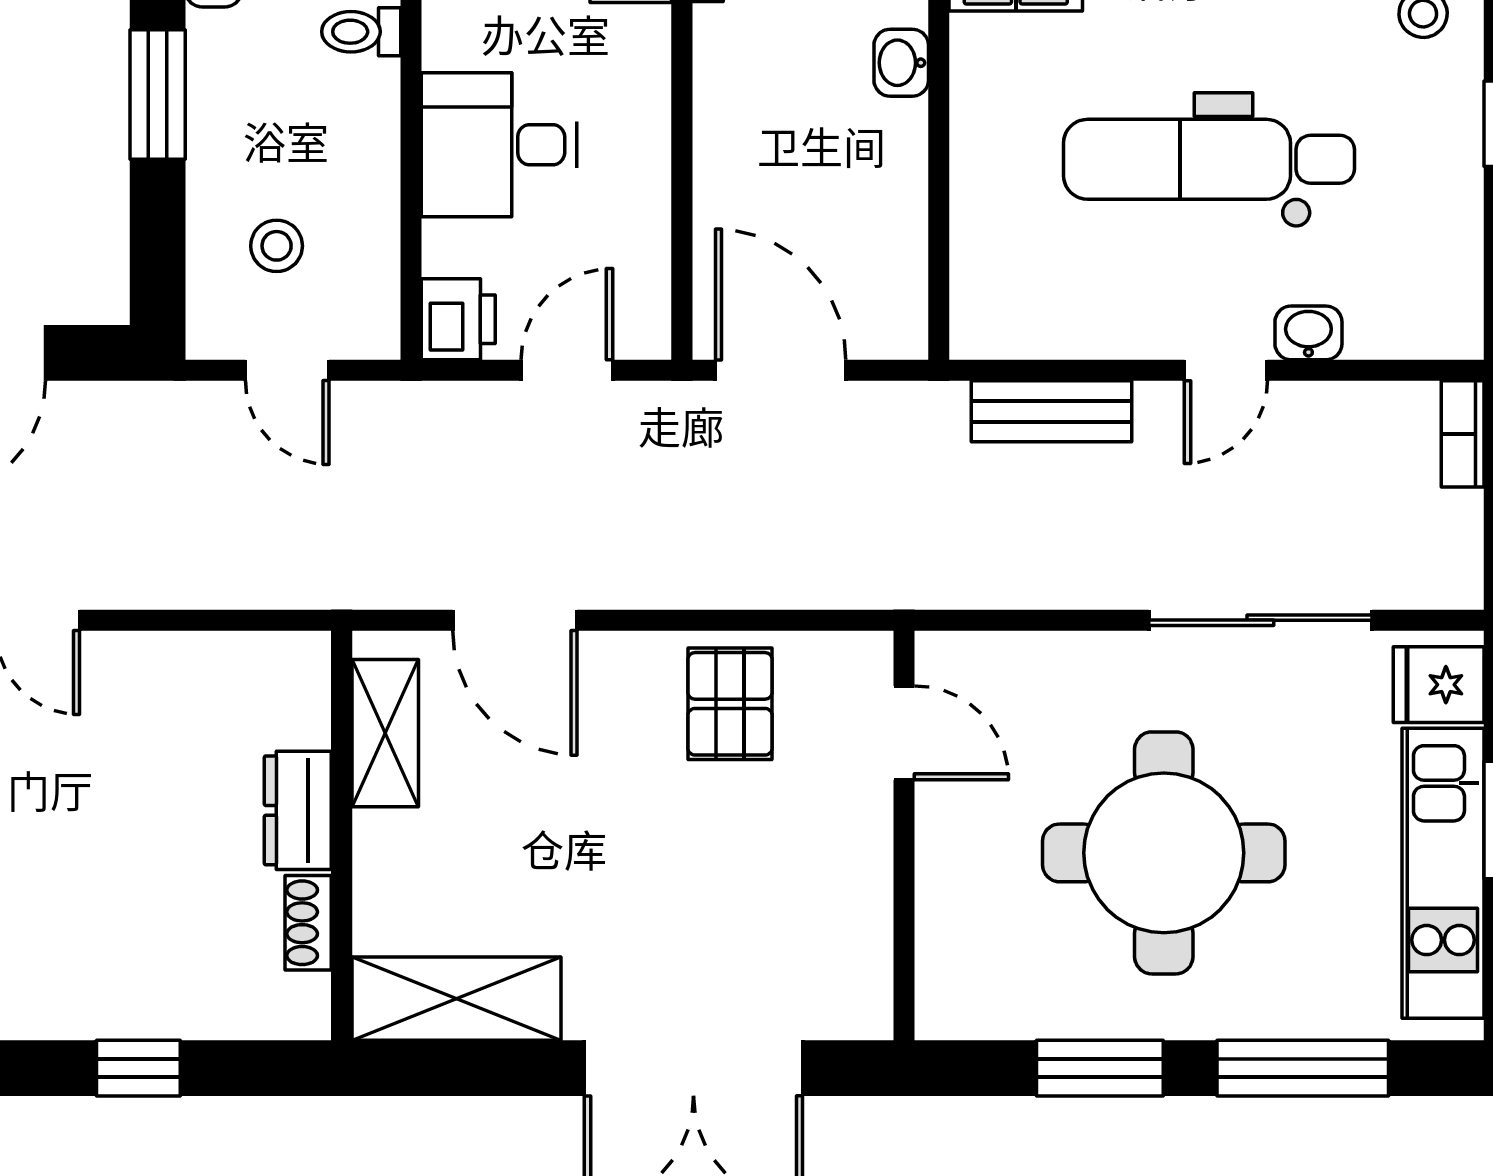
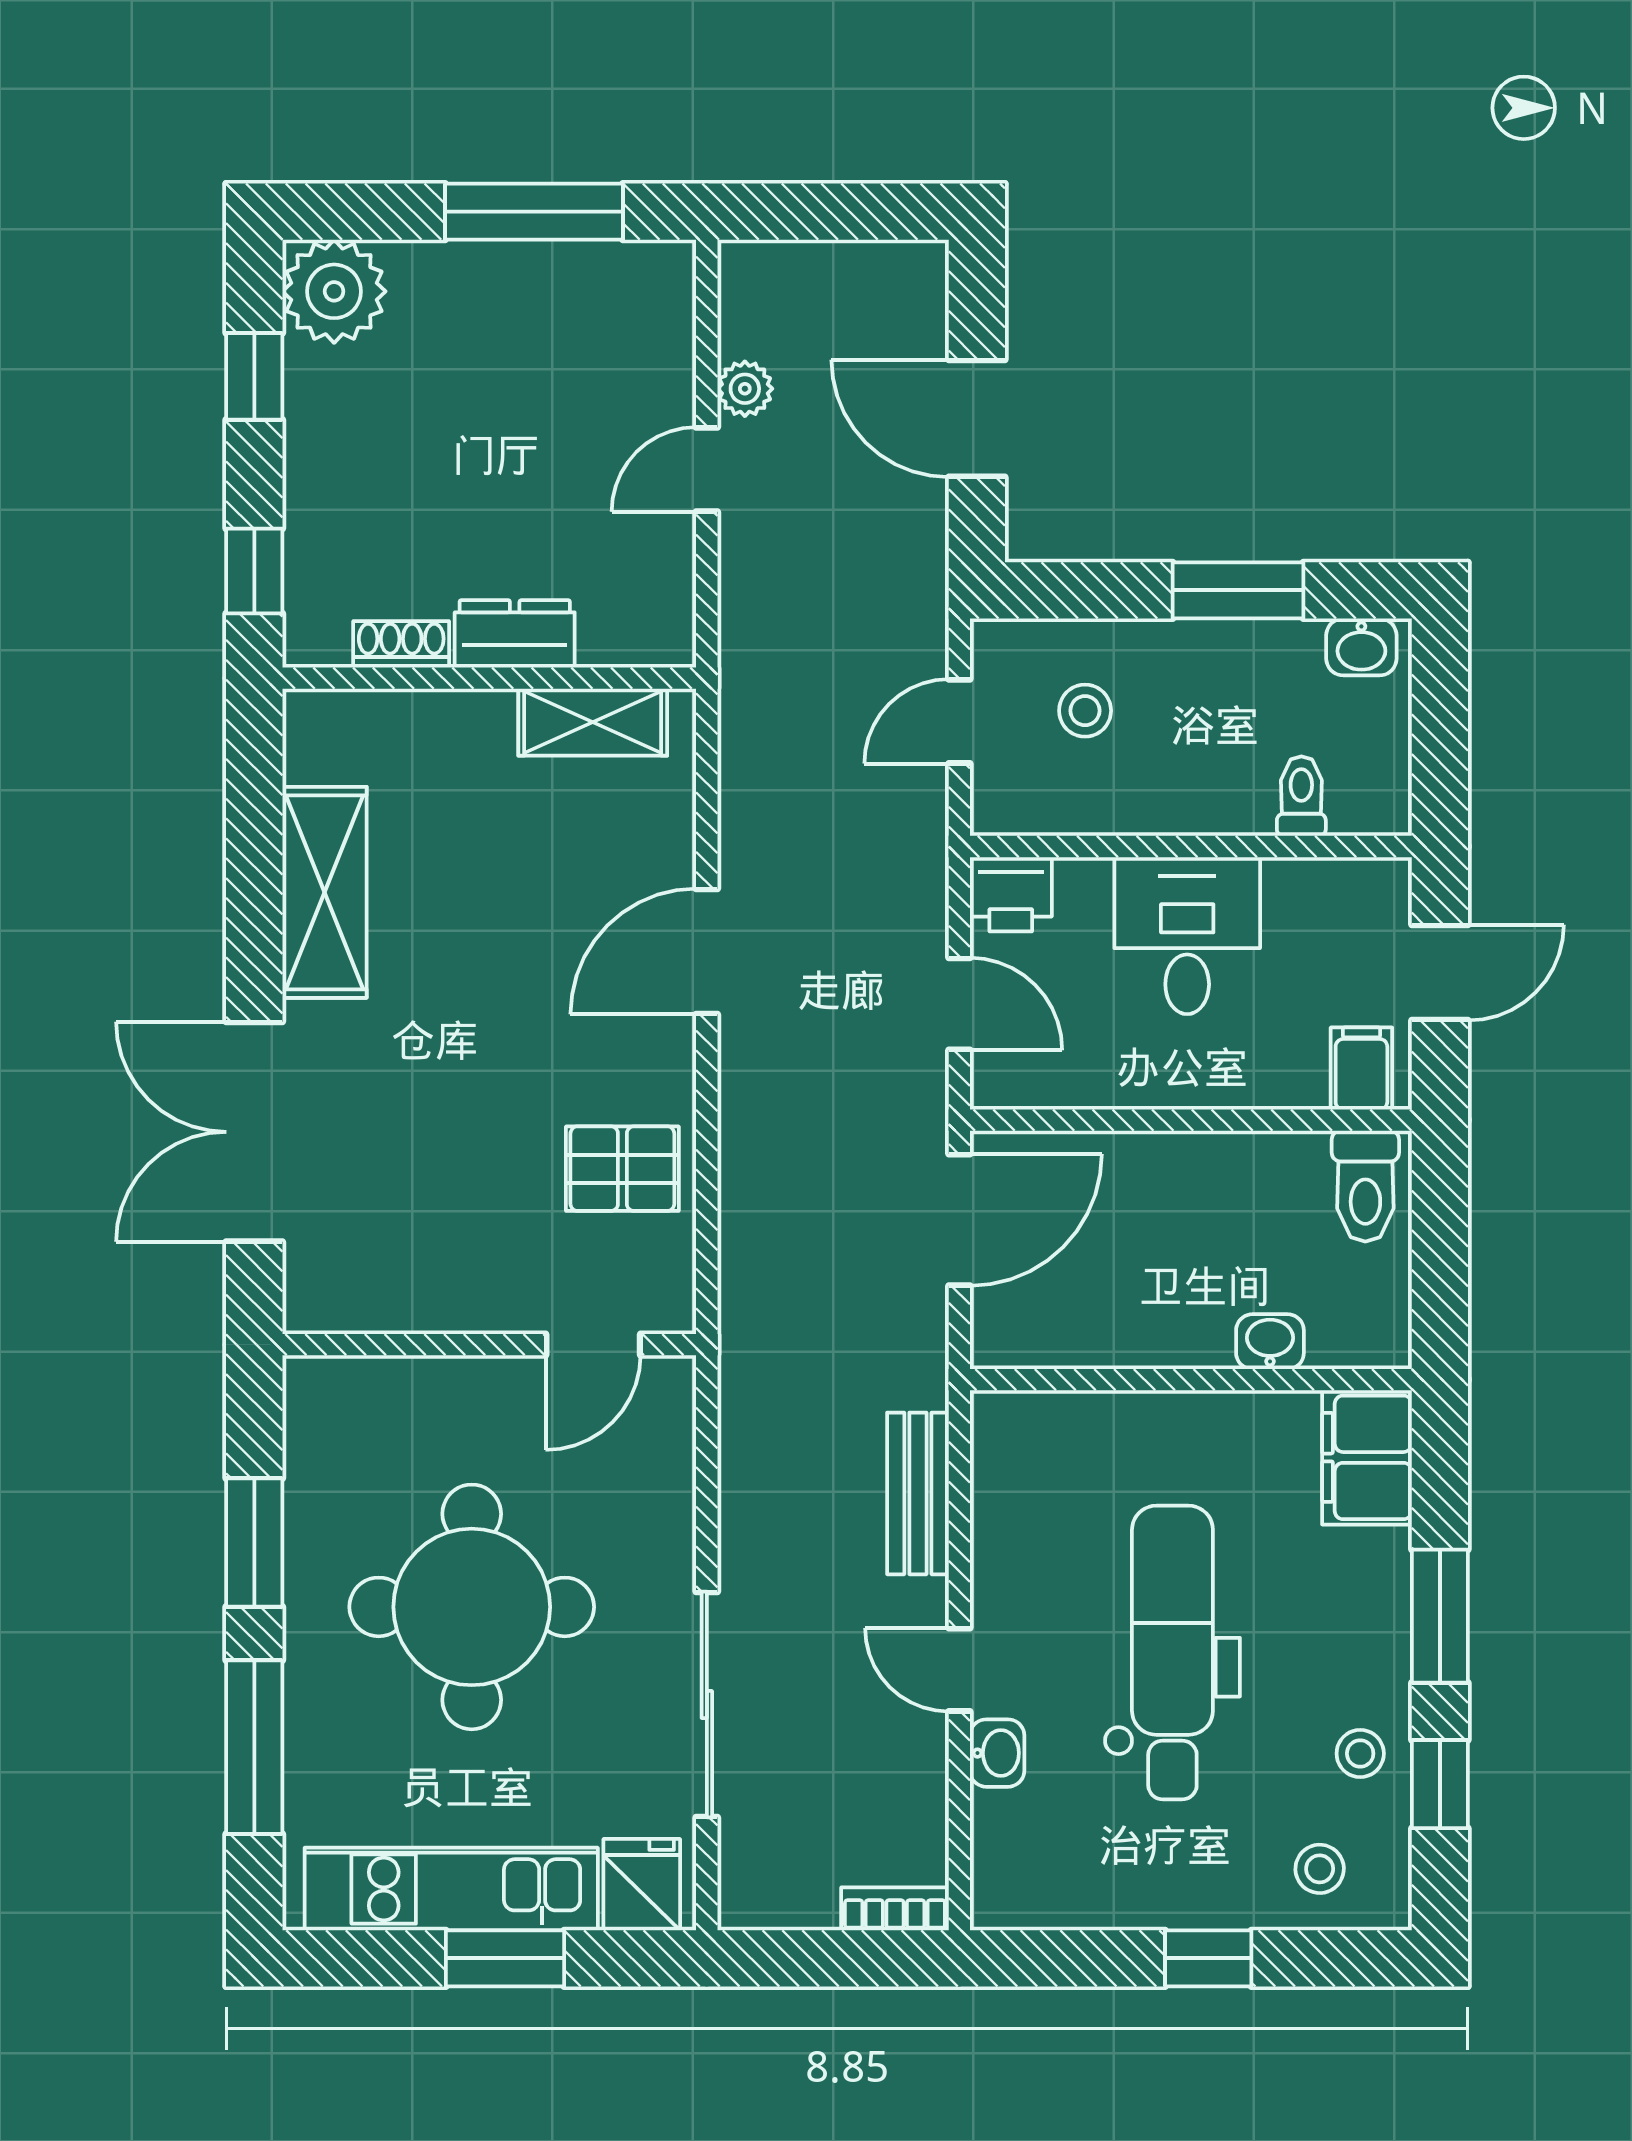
shelving: (385, 733) -> (593, 722), moved
dresser: (298, 810) -> (515, 634), moved
wall: (342, 836) -> (489, 678), moved
shoe rack: (308, 923) -> (401, 644), moved

